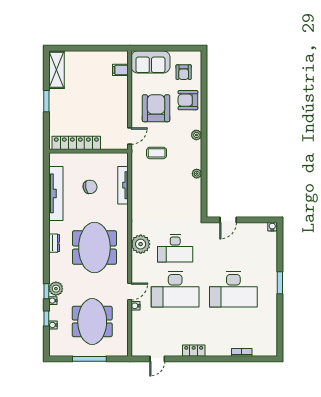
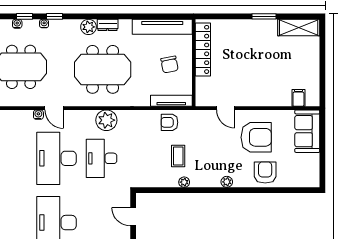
armchair: (184, 72) -> (169, 122), moved
locker: (76, 143) -> (203, 49), moved
wall: (89, 151) -> (194, 63), moved
coffee table: (157, 153) -> (178, 156), moved
plant: (56, 289) -> (88, 27), moved

